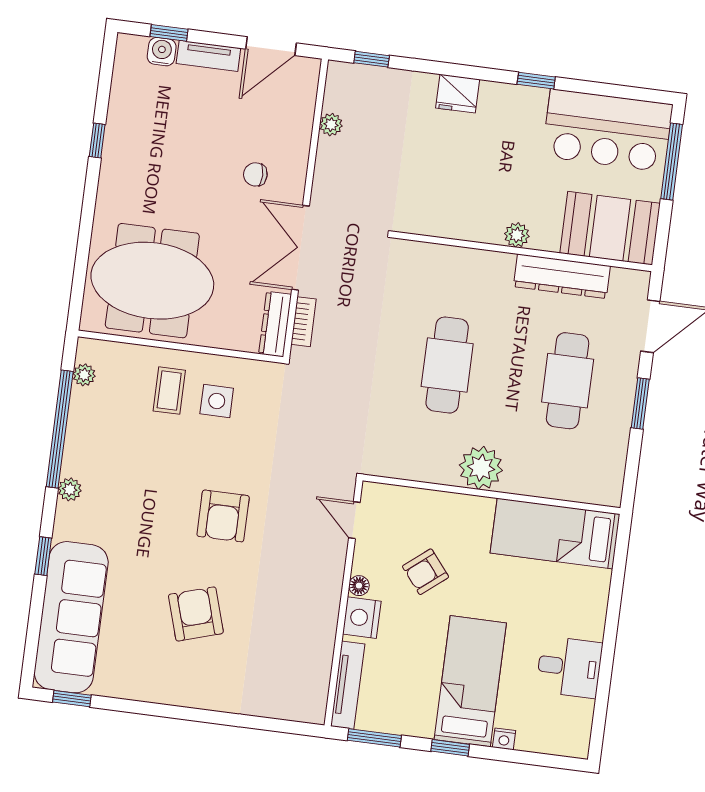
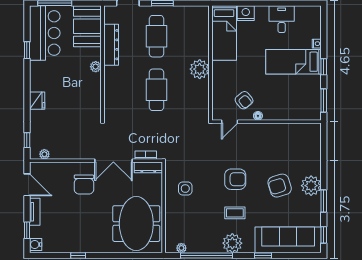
water cooler: (162, 52) -> (36, 244), moved
window: (536, 81) -> (27, 50), moved
plant: (331, 125) -> (44, 154), moved
chair: (255, 174) -> (84, 184), width x1.87, depth x1.87
cafe table: (447, 365) -> (156, 90), turned 90
cafe table: (568, 381) -> (156, 36), turned 90
coffee table: (169, 391) -> (235, 213), moved
plant: (70, 489) -> (232, 243), width x1.88, depth x1.88
armchair: (425, 572) -> (244, 100), moved
nightstand: (362, 618) -> (246, 13), moved, turned 180
plant: (186, 685) -> (311, 186), added
tv unit: (348, 685) -> (302, 115), removed
window: (148, 709) -> (324, 201), added

